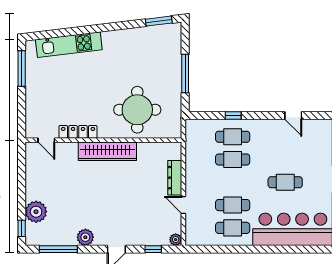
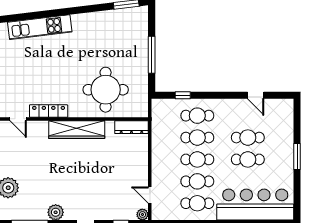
window: (233, 116) -> (183, 95), moved
cafe table: (285, 160) -> (248, 138), added
dresser: (175, 178) -> (131, 127), moved, turned -90
cafe table: (233, 182) -> (197, 159), added
door: (183, 205) -> (150, 195), moved

